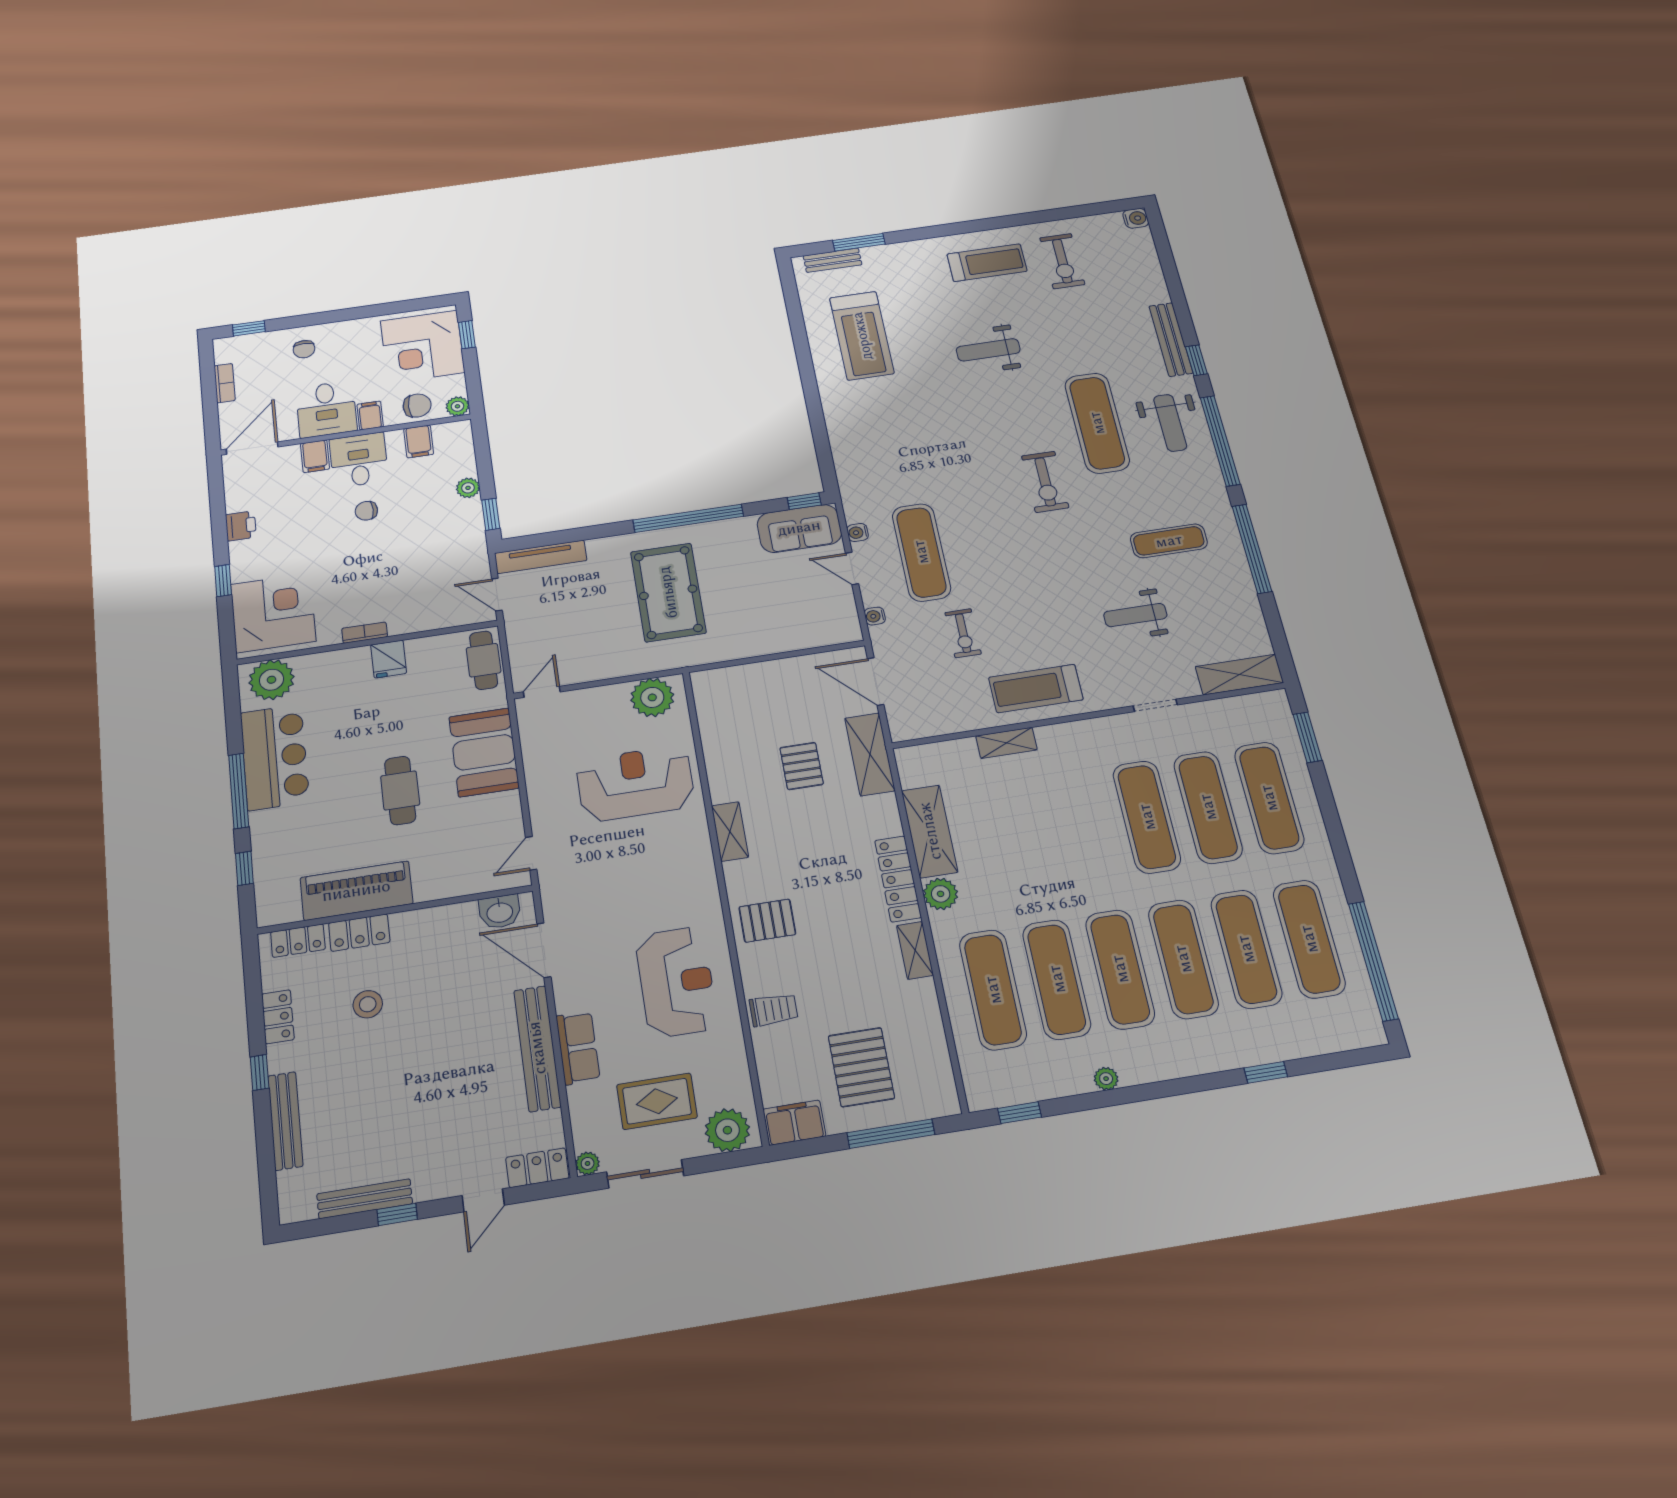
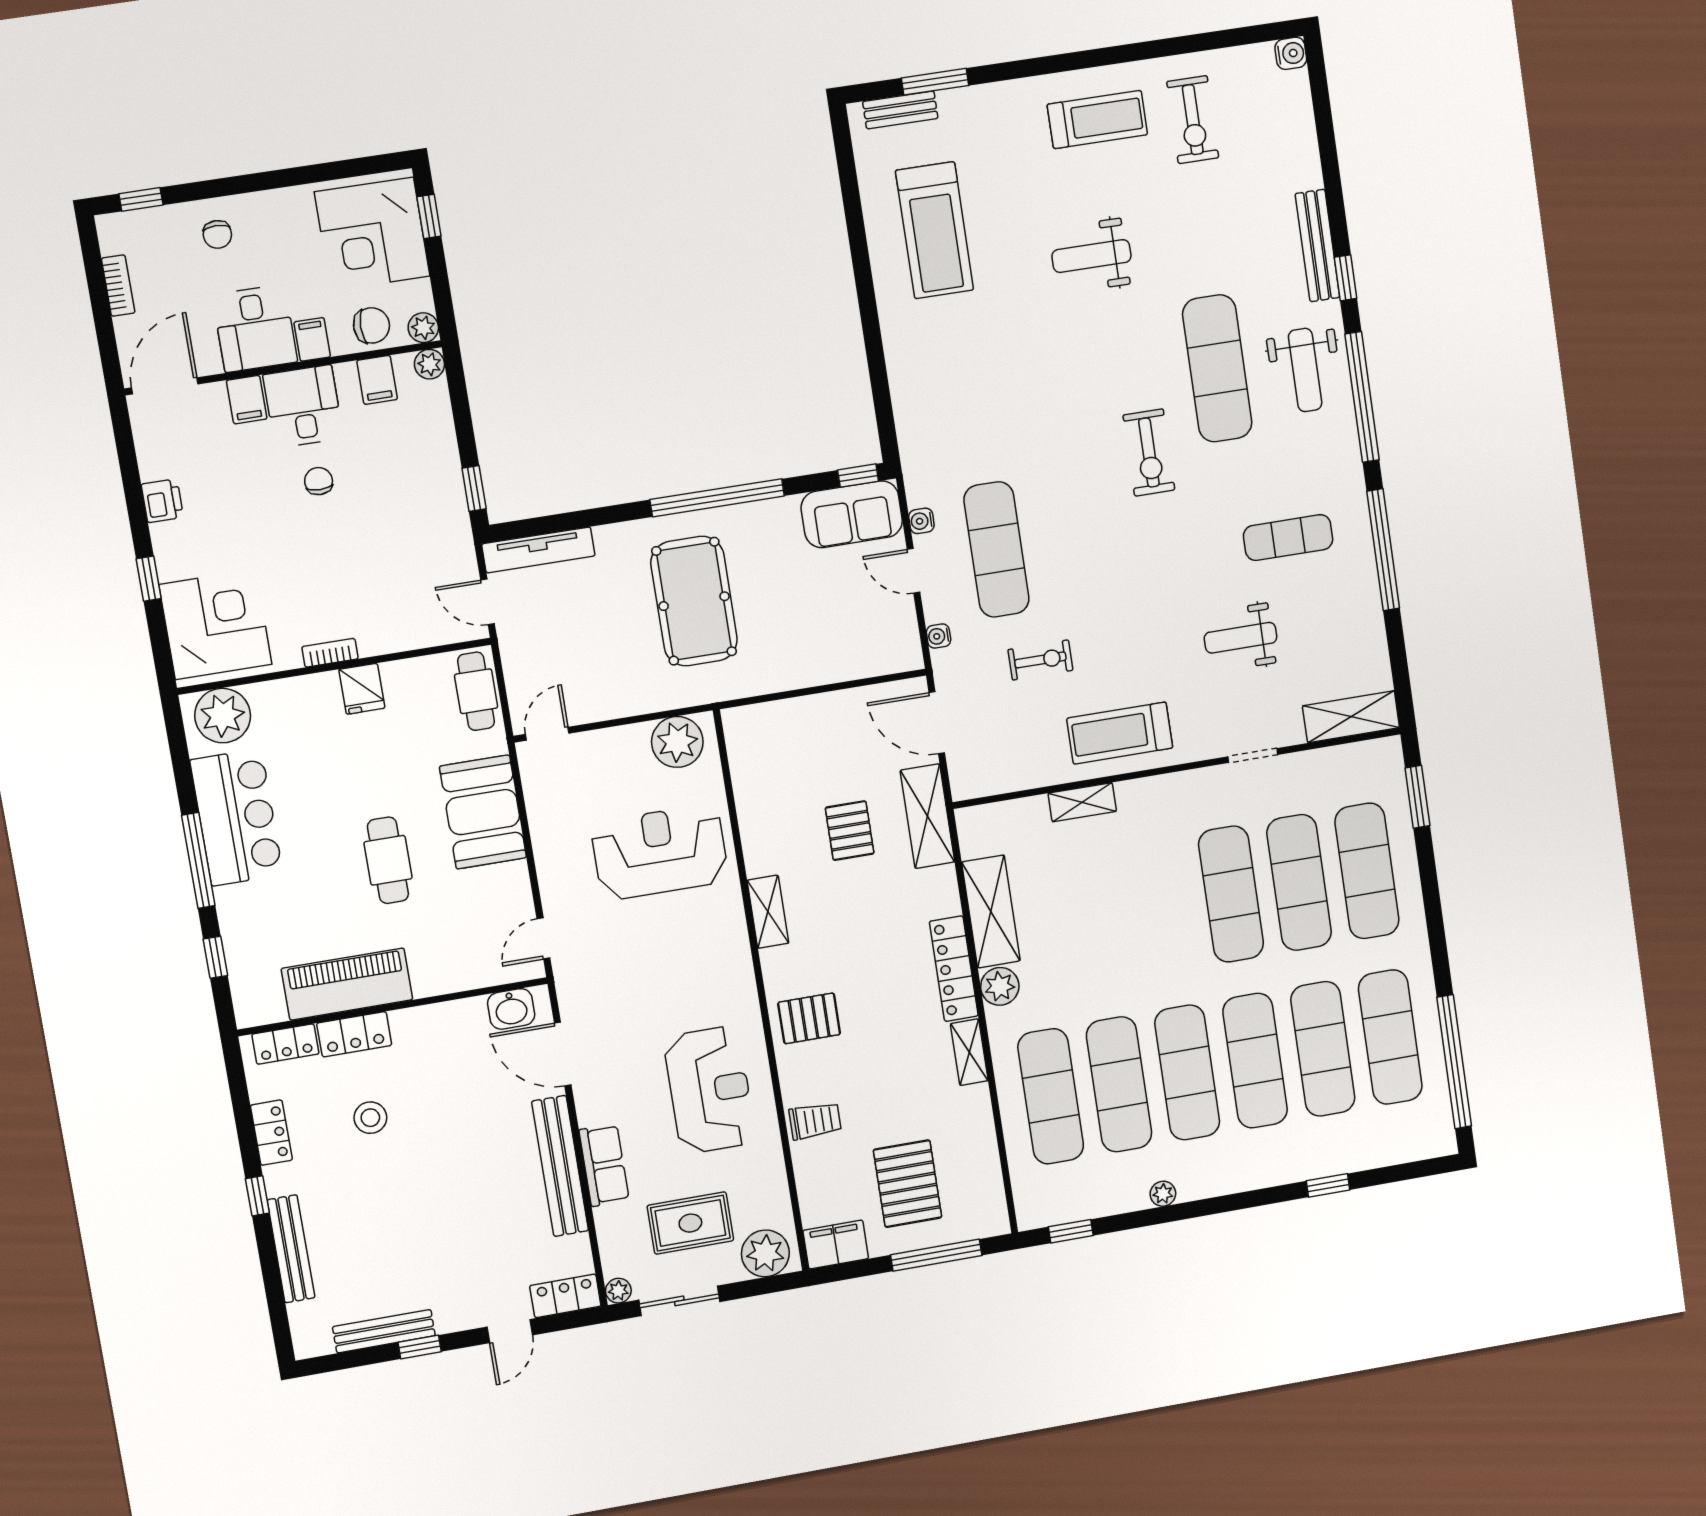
plant: (468, 488) -> (429, 364), moved
chair: (366, 511) -> (319, 481), turned 90
exercise bike: (963, 633) -> (1040, 660), turned -90

